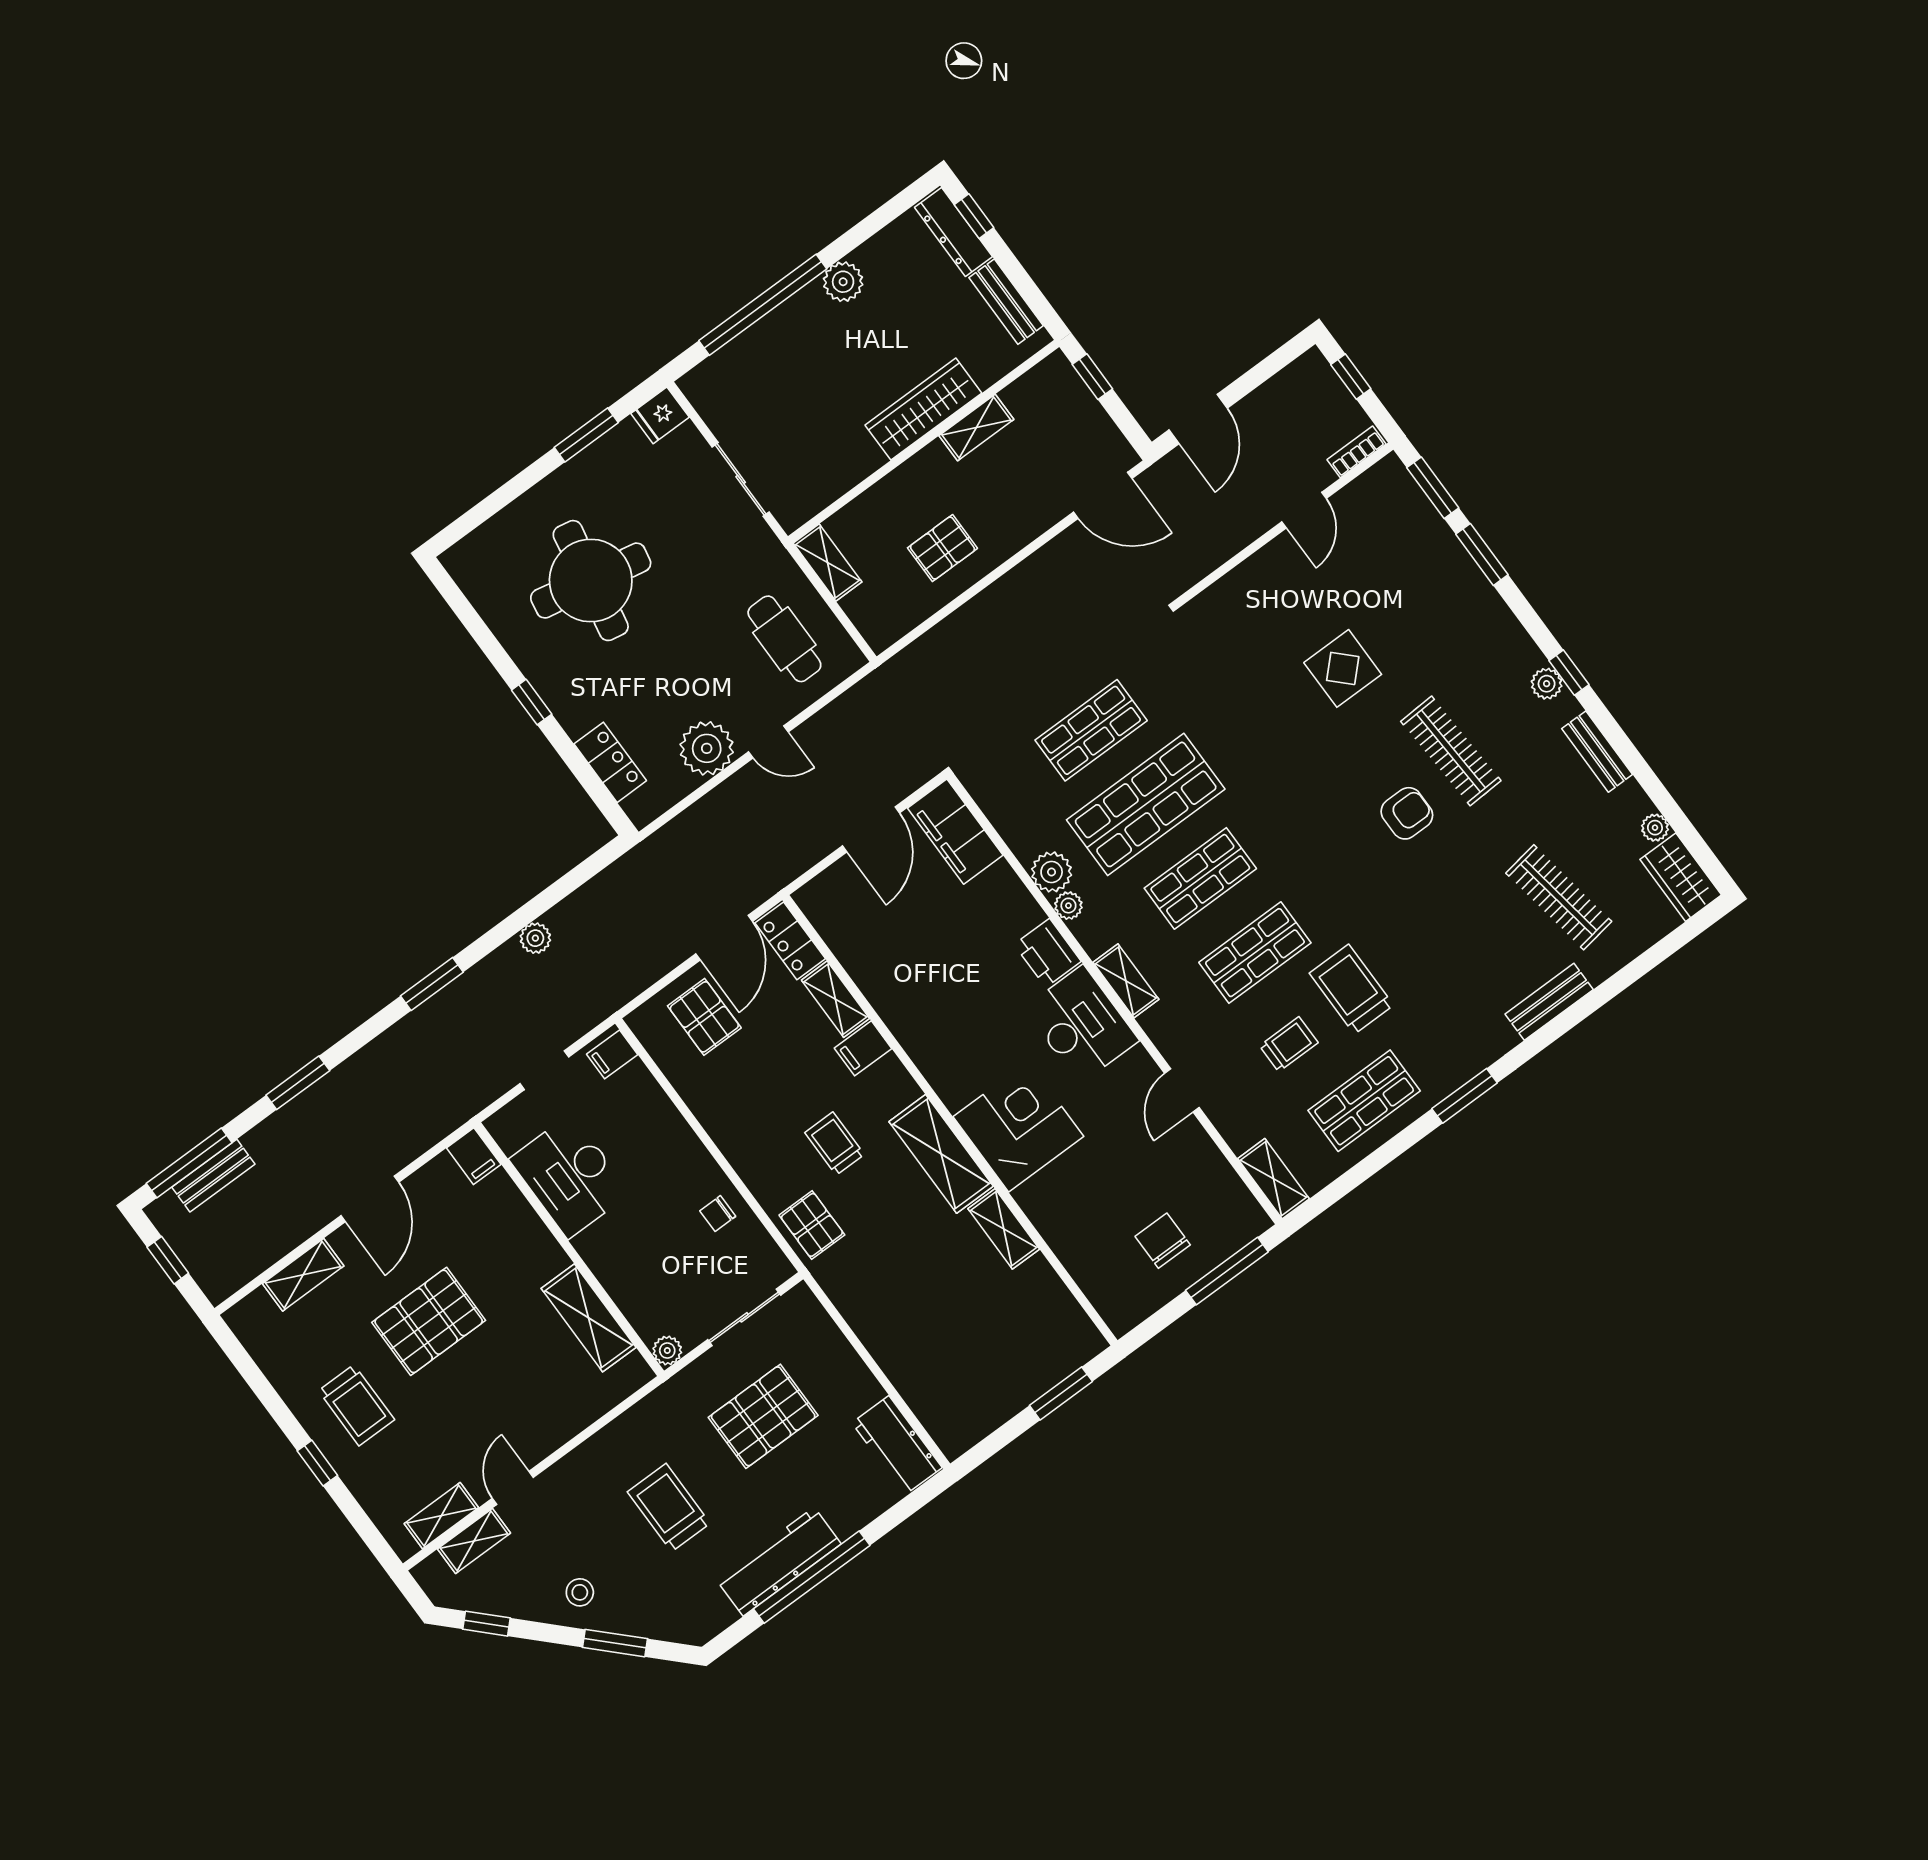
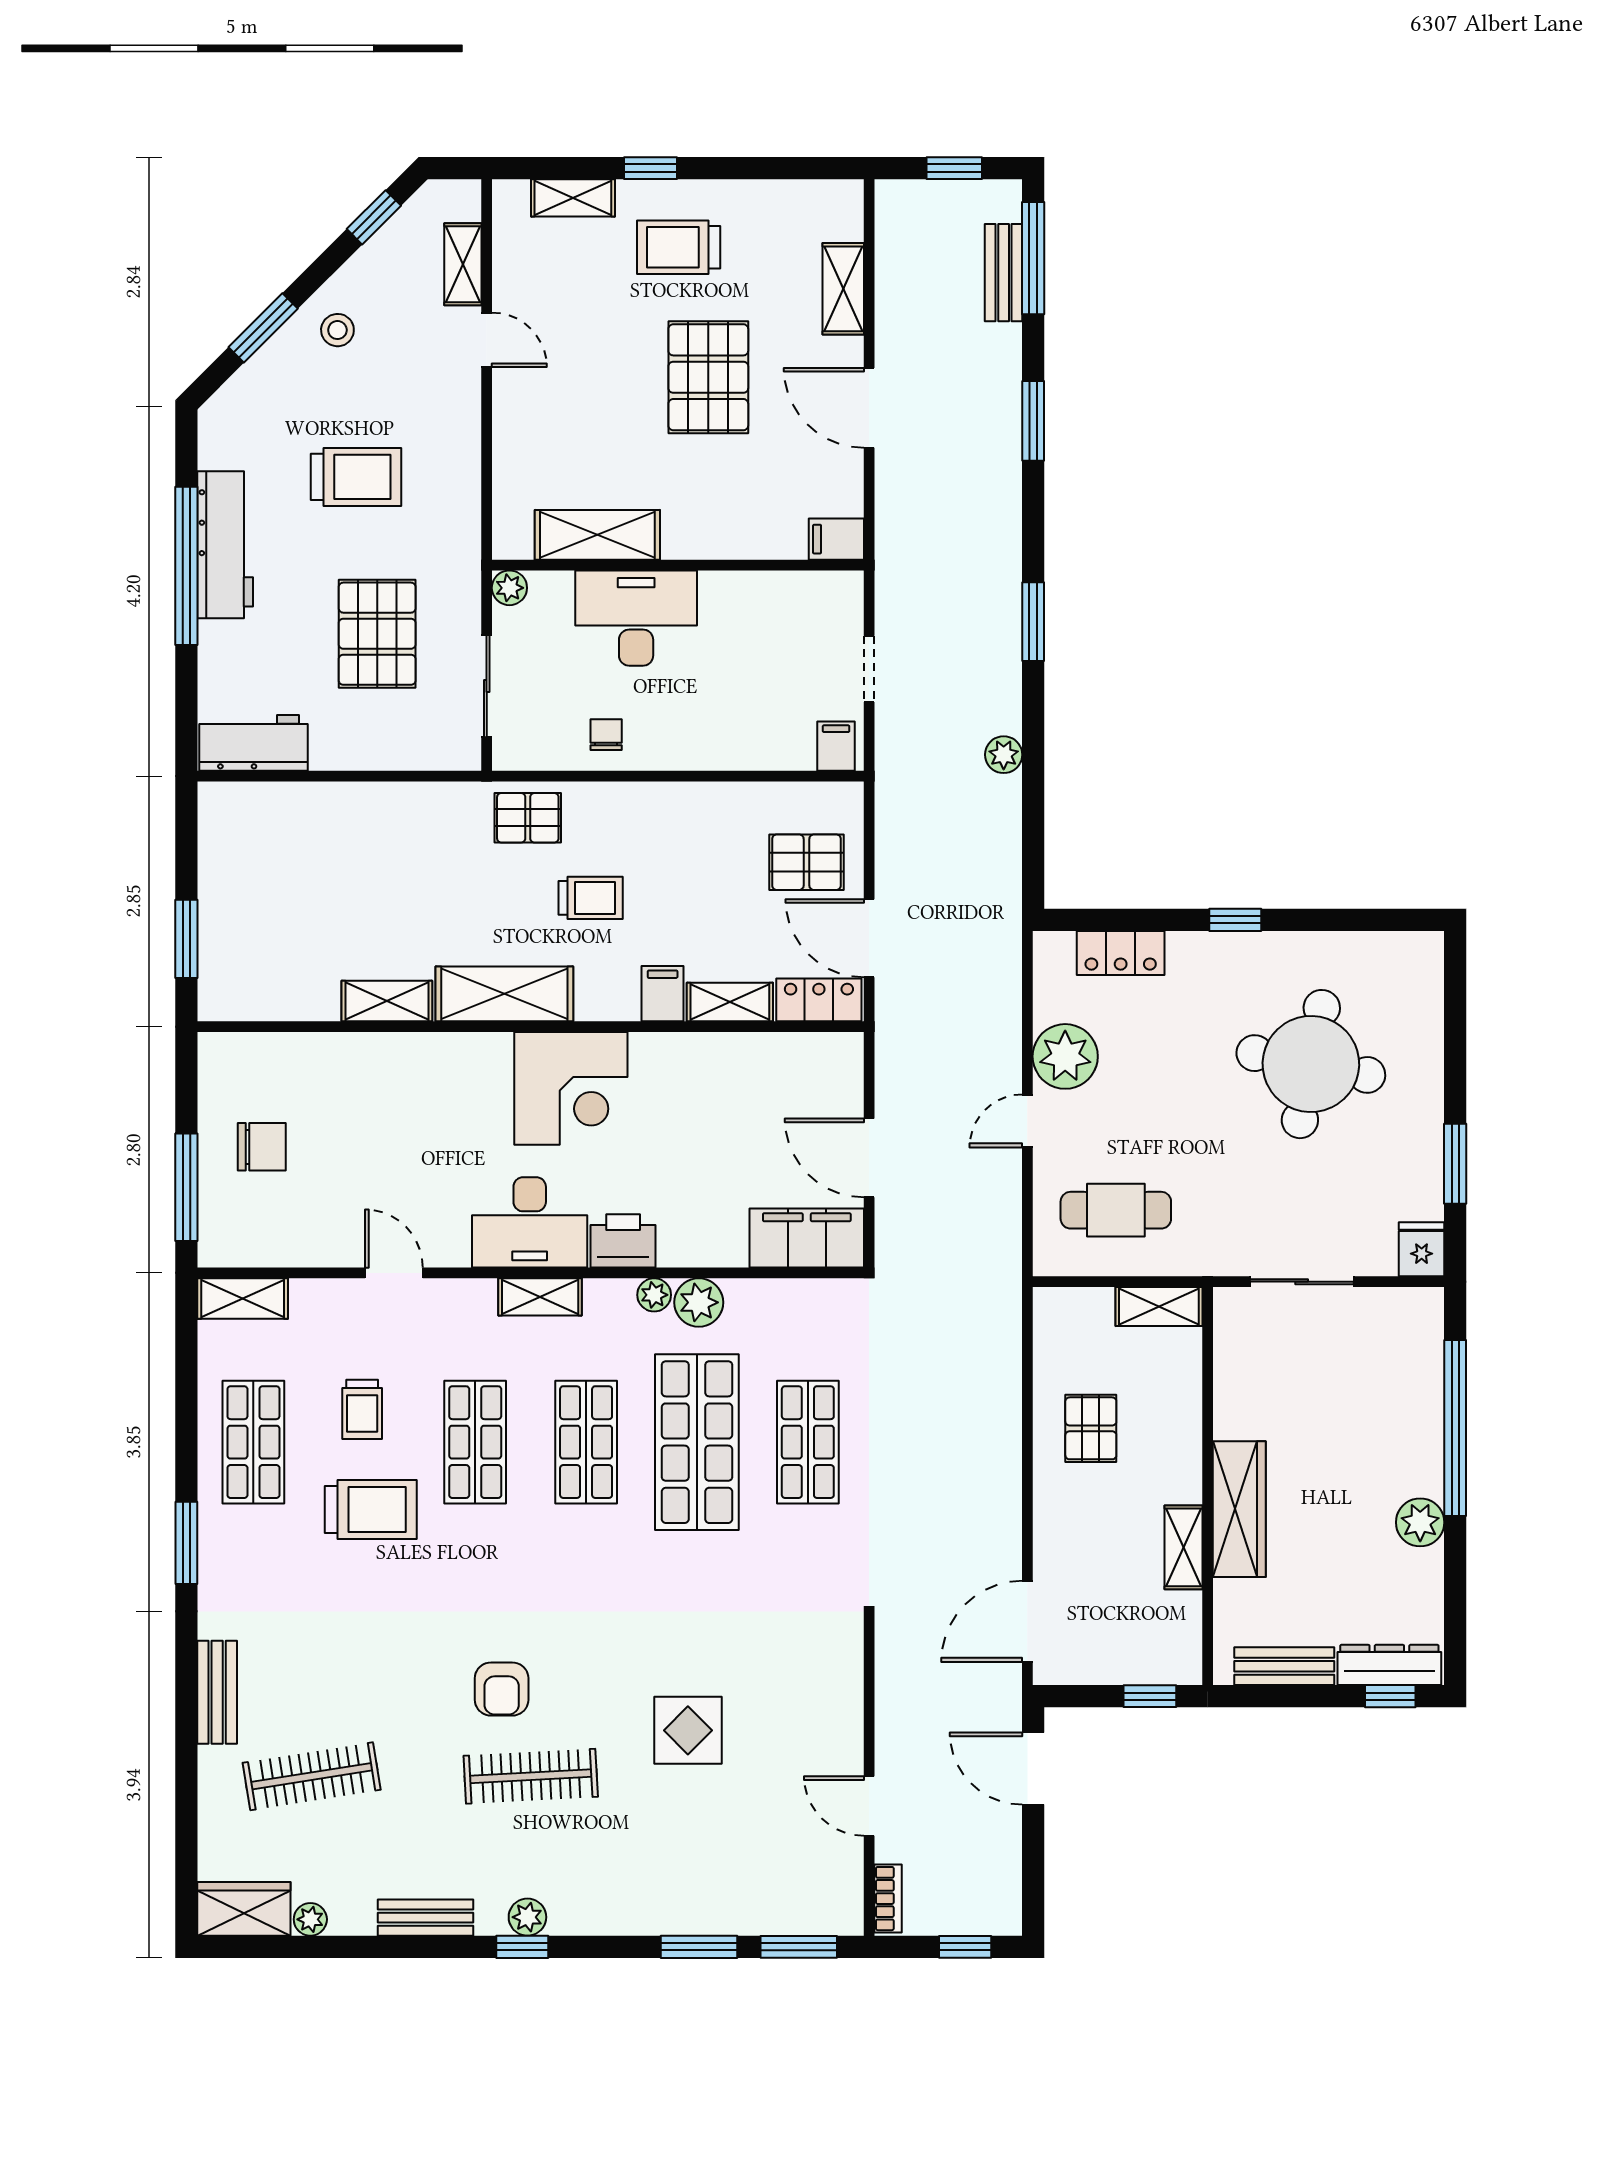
corner desk: (1018, 1127) -> (571, 1088), moved
desk: (570, 1176) -> (636, 618), moved
shelving: (441, 1516) -> (573, 198), moved, turned 90

